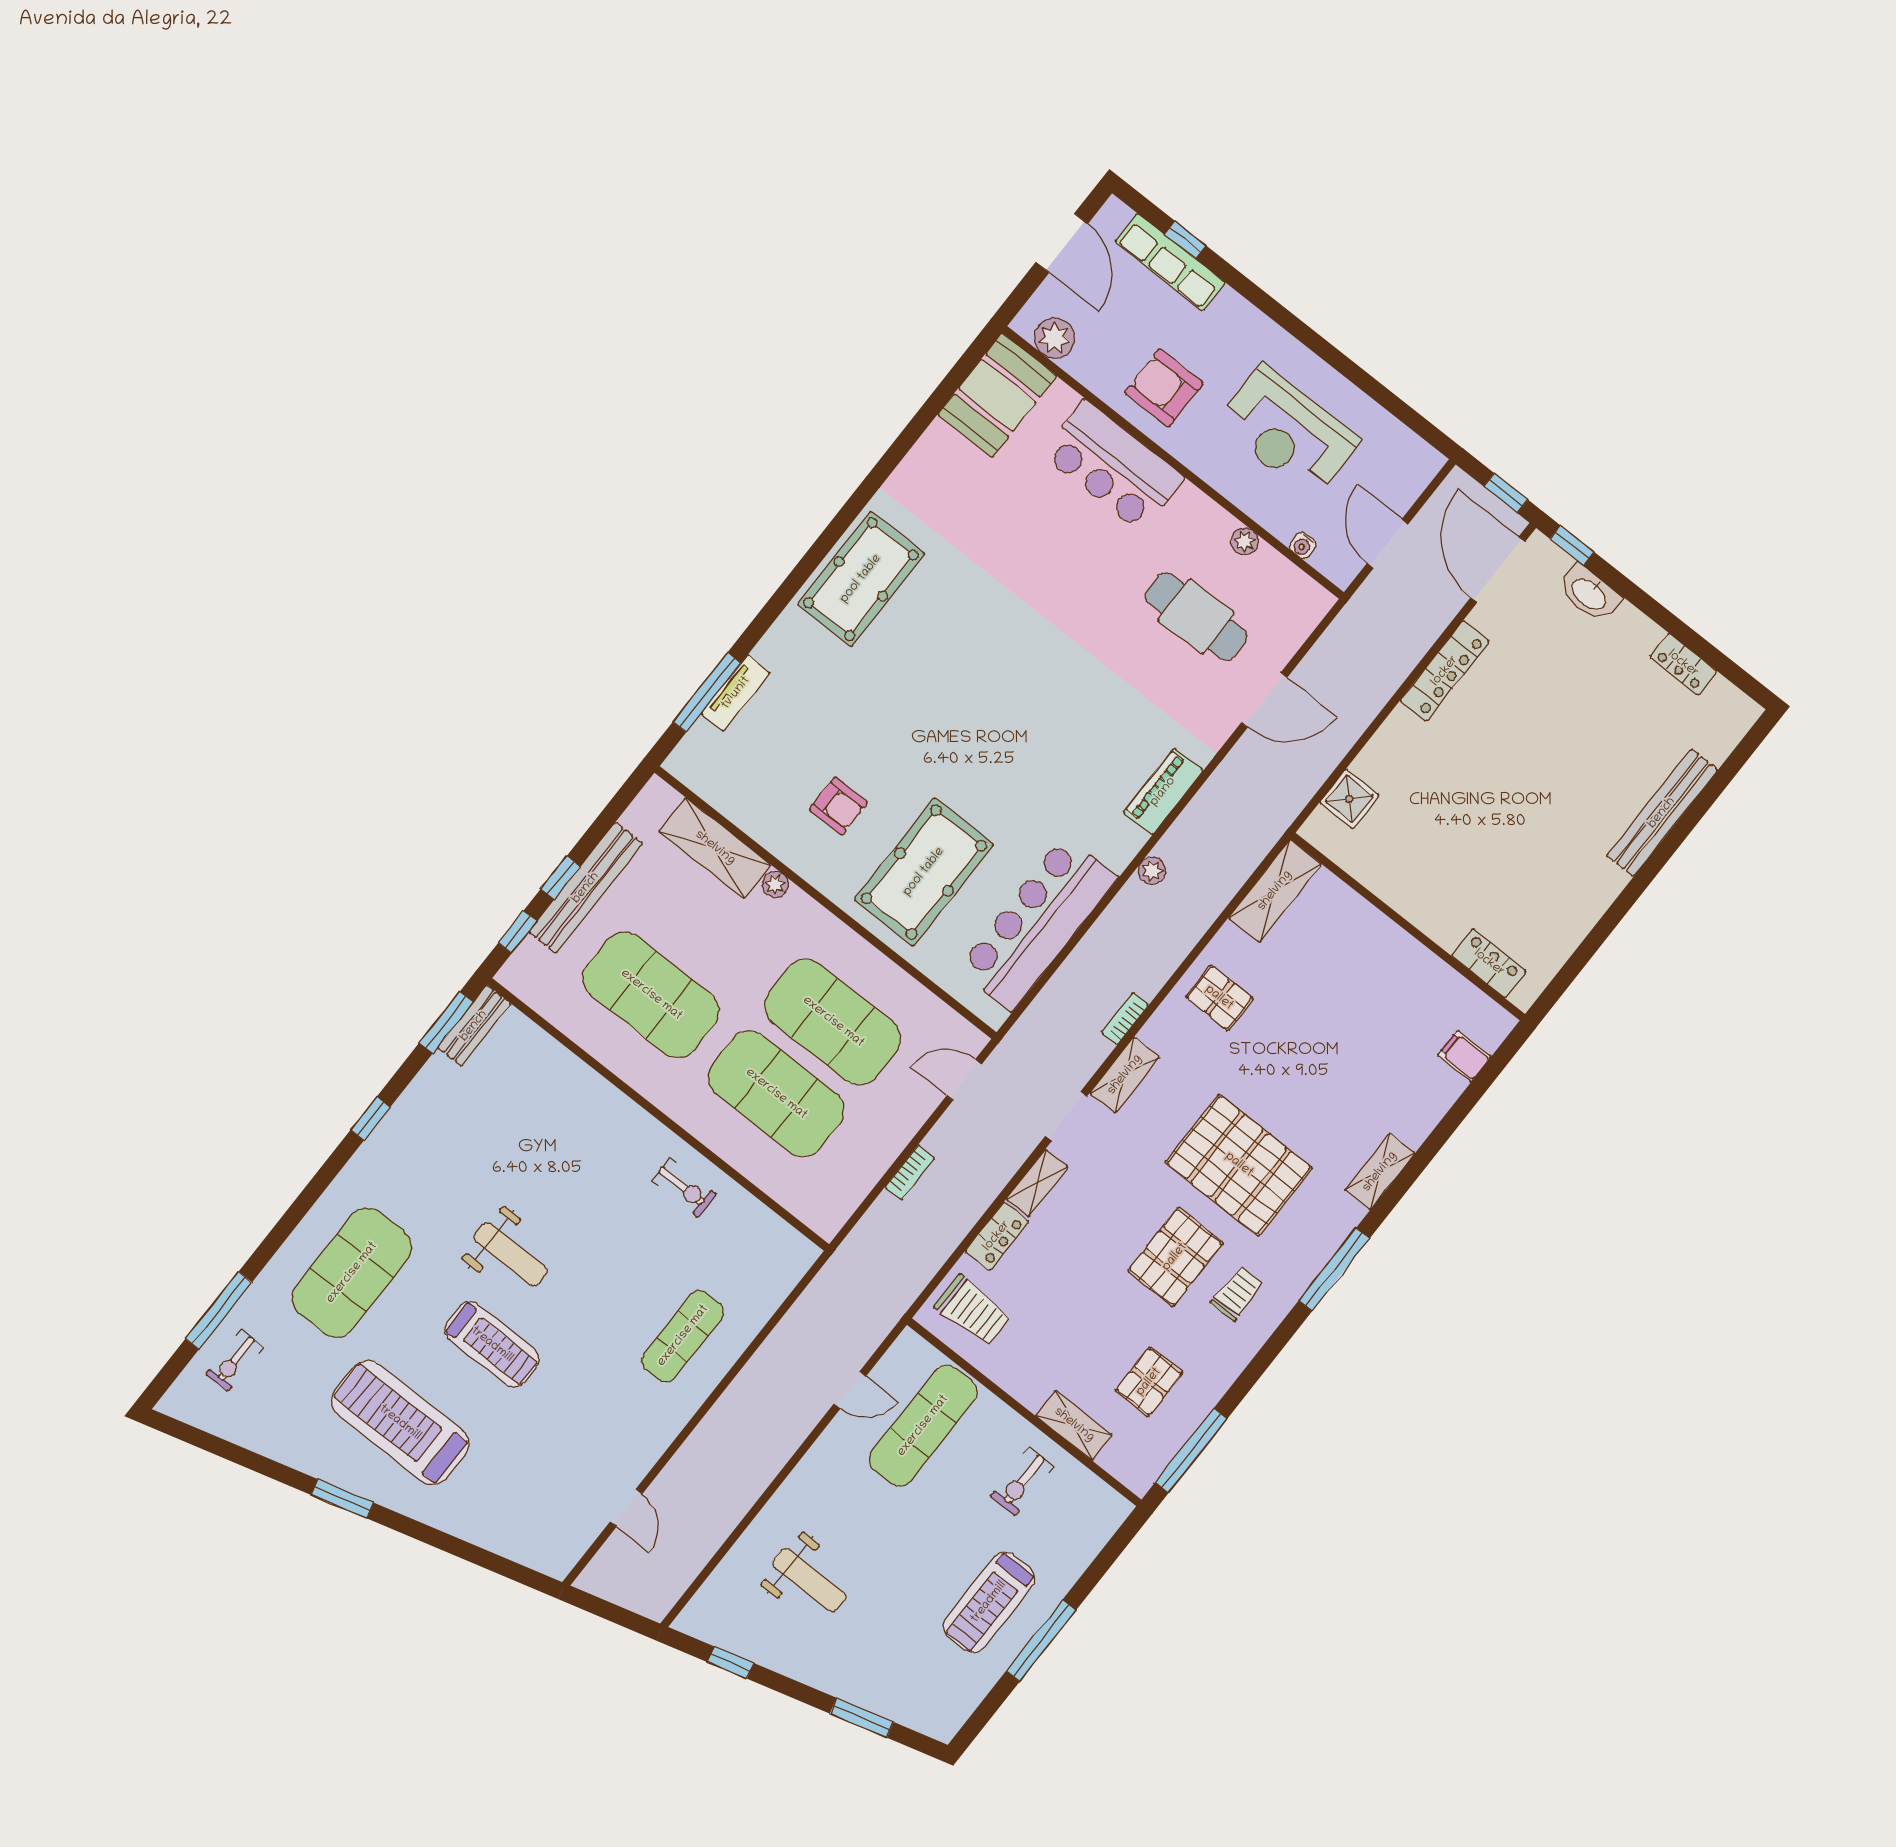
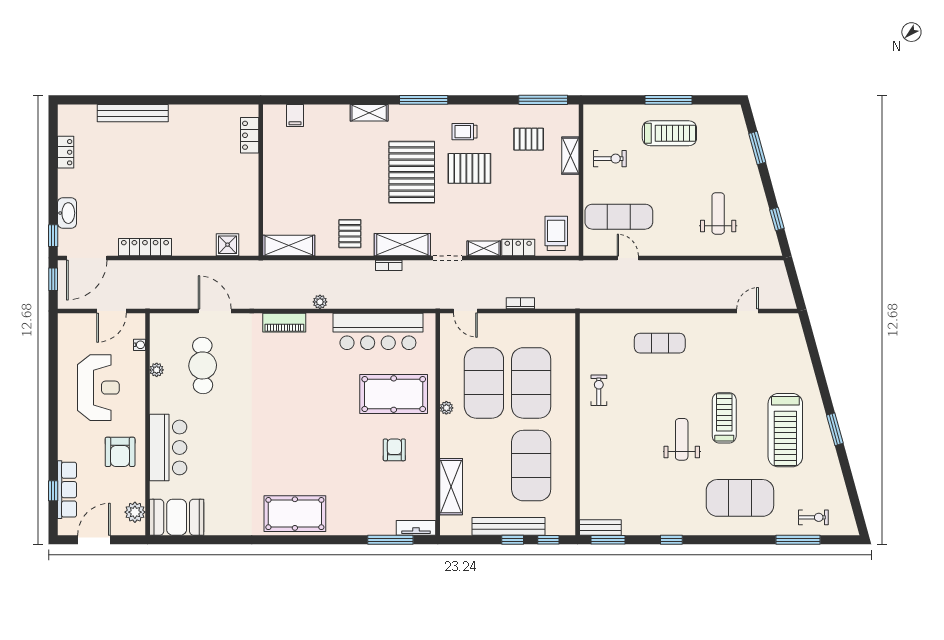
tv unit: (736, 693) -> (416, 528), moved
plant: (775, 885) -> (446, 408), moved
shelving: (1125, 1075) -> (402, 245), width x1.50, depth x1.33

